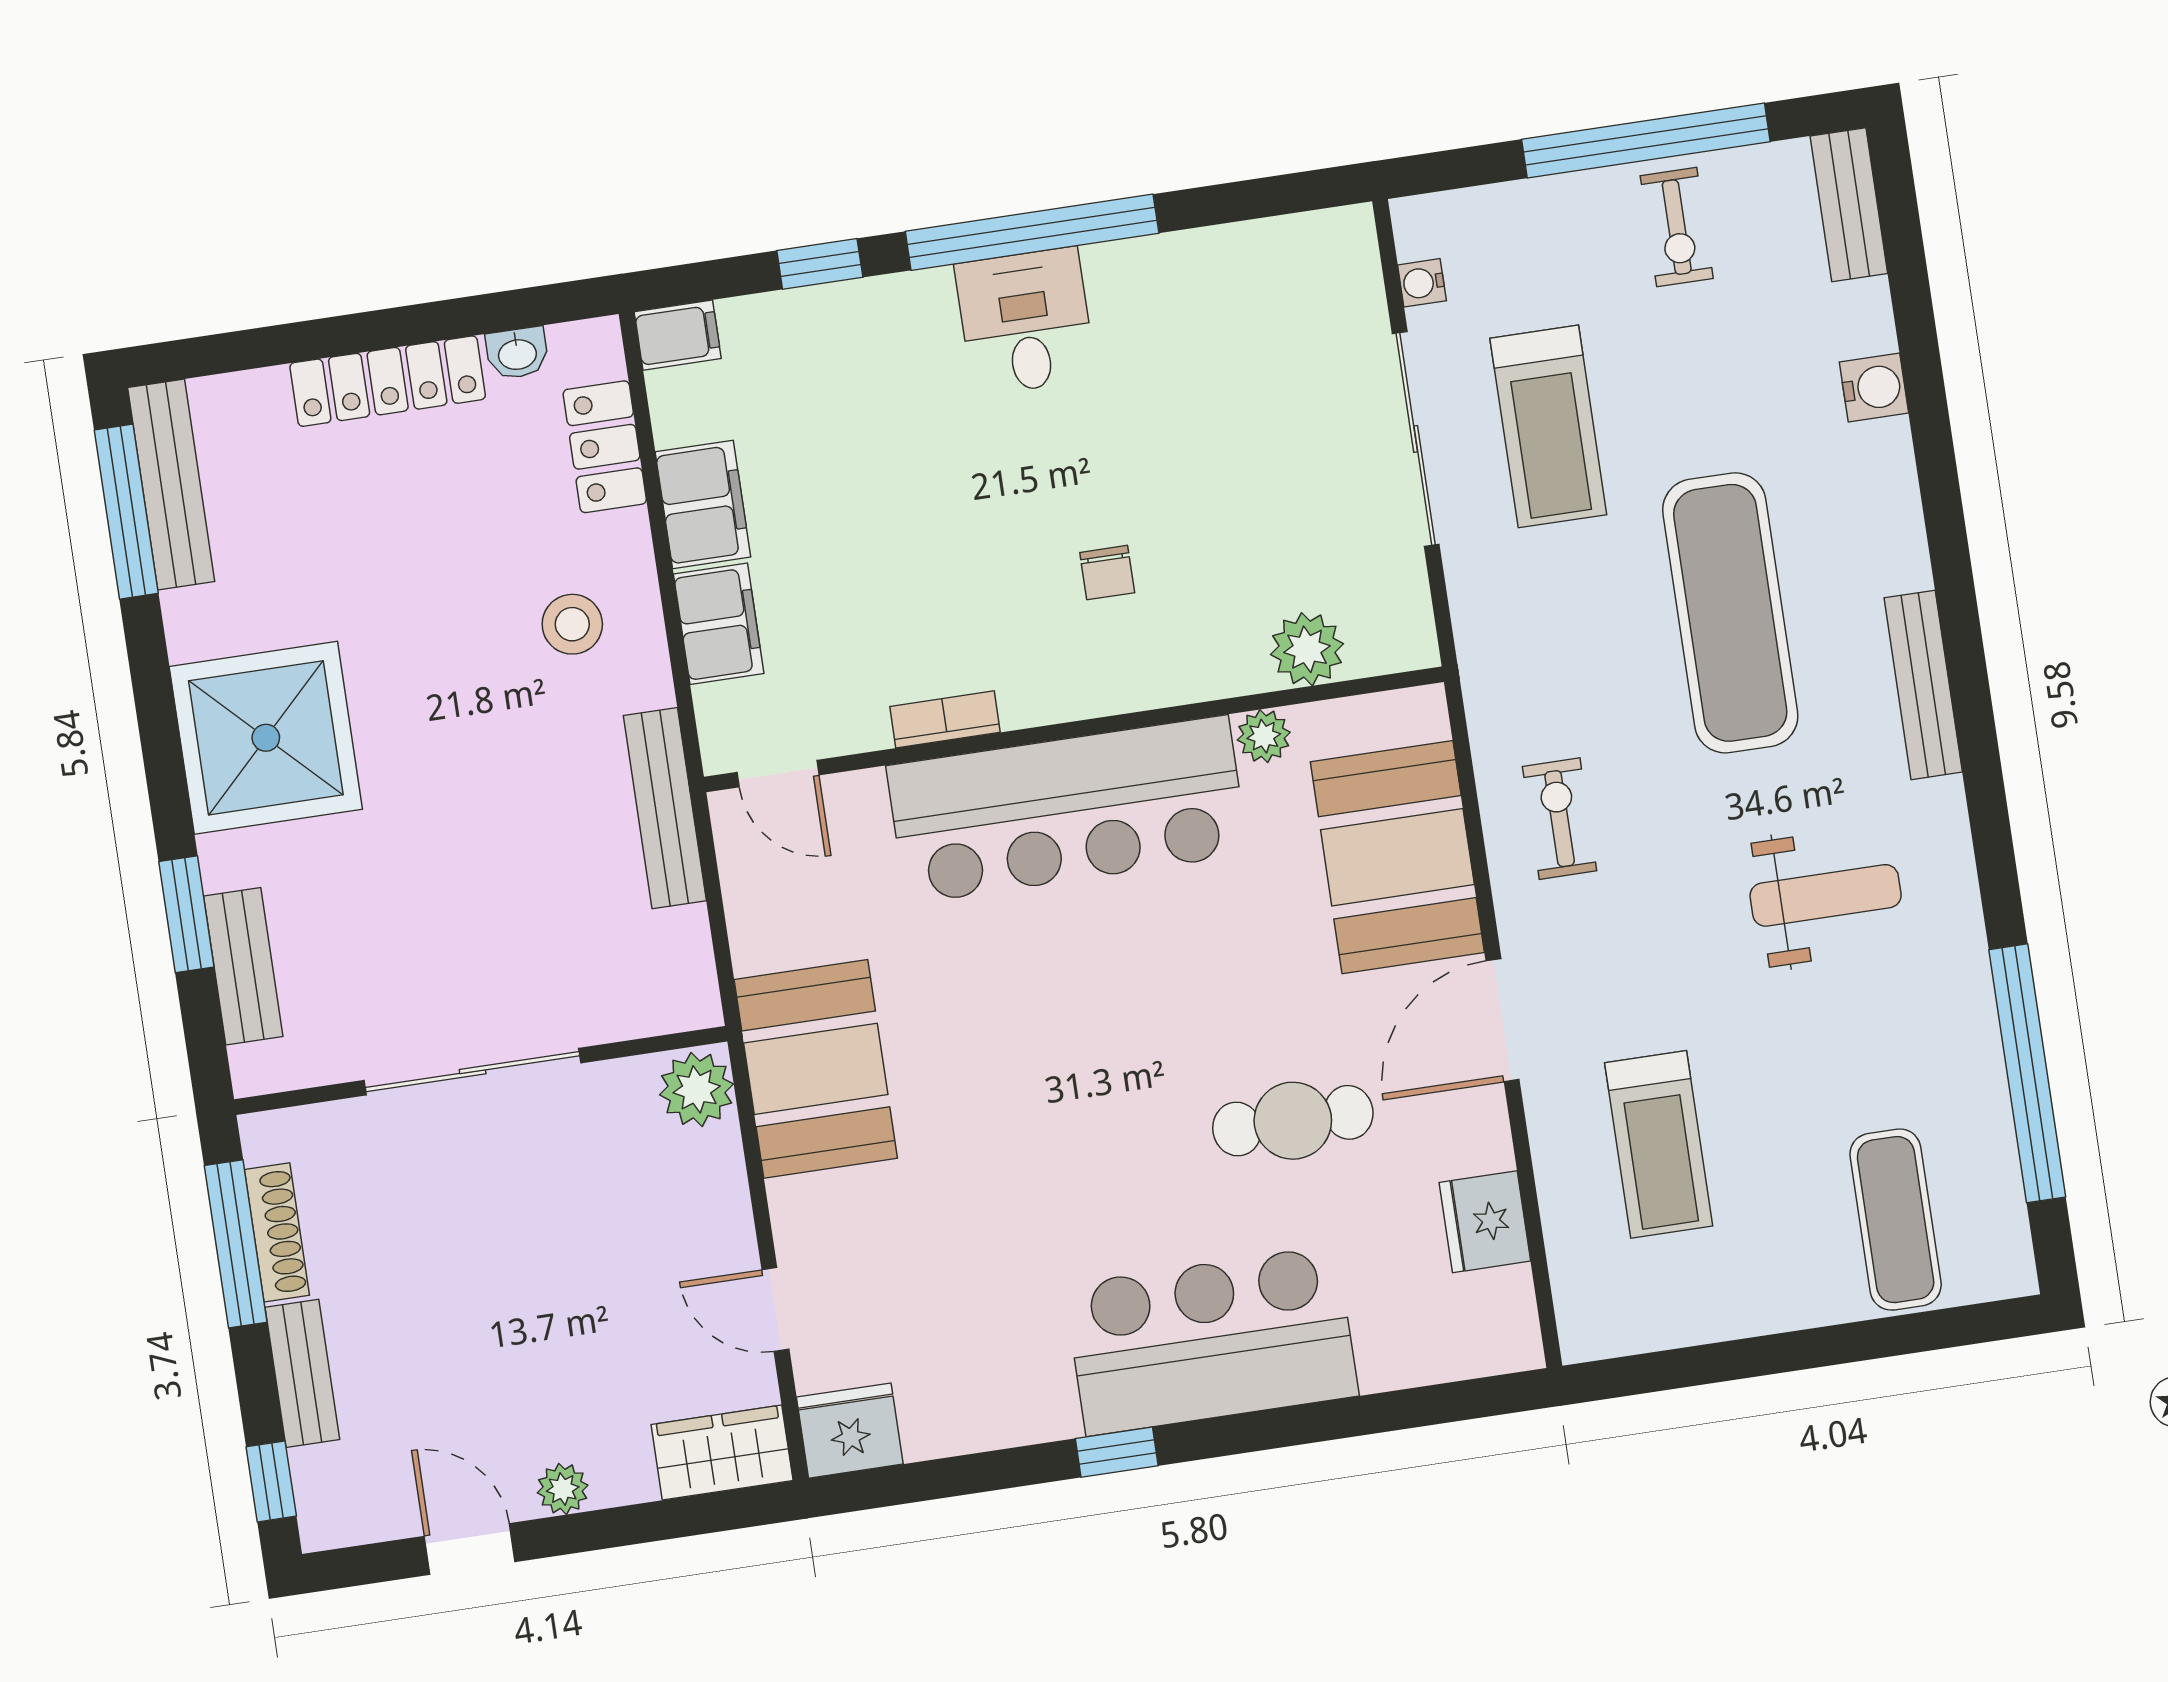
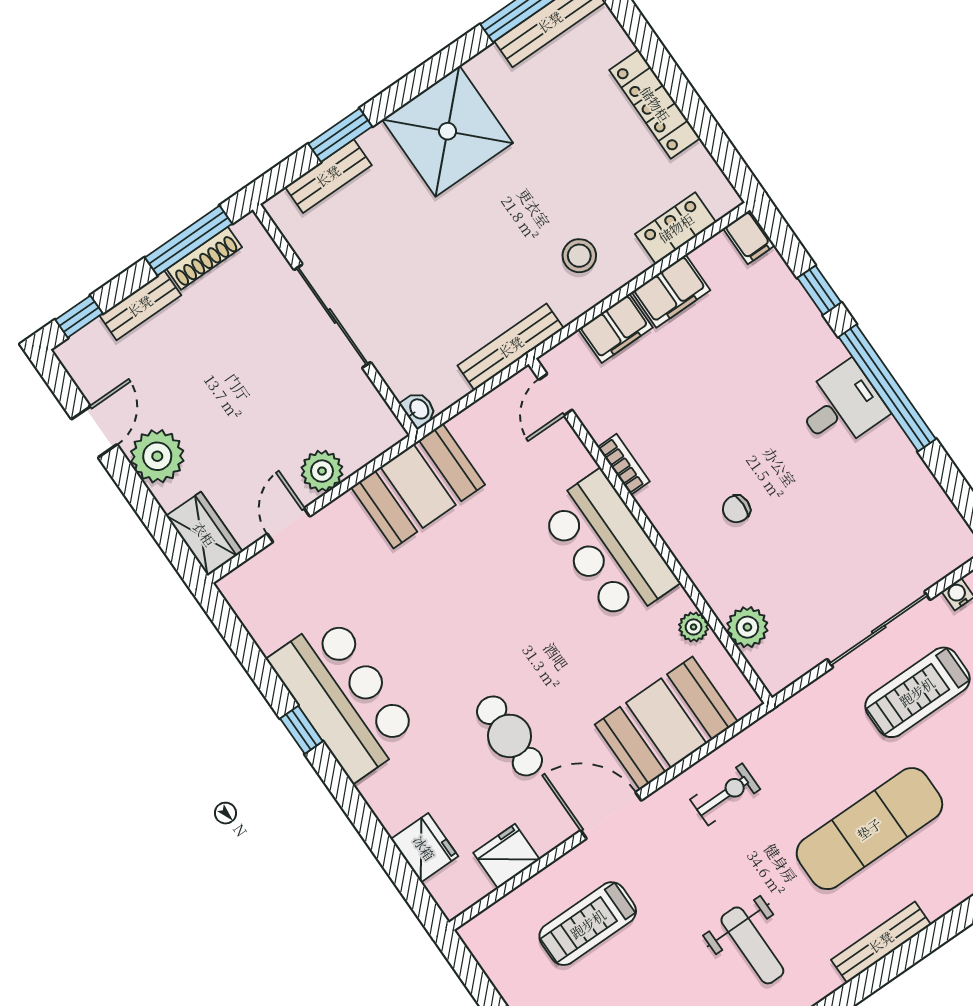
washbasin: (517, 353) -> (419, 409), moved, turned 180
bar counter: (1067, 810) -> (609, 547), width x0.73
plant: (697, 1089) -> (322, 471), moved
bar counter: (1211, 1341) -> (344, 697), moved
fridge: (850, 1431) -> (424, 848), moved
plant: (563, 1489) -> (157, 456), width x1.87, depth x1.87

